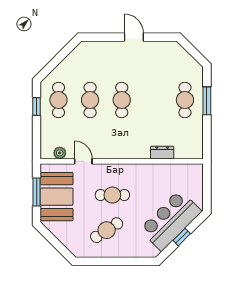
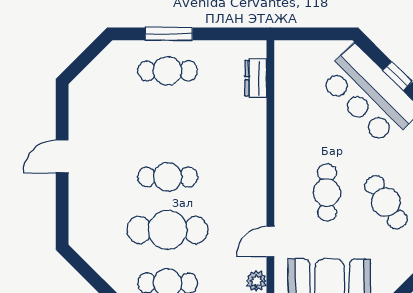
cafe table: (90, 100) -> (168, 230), width x1.37, depth x1.35
dresser: (162, 153) -> (256, 78), moved

